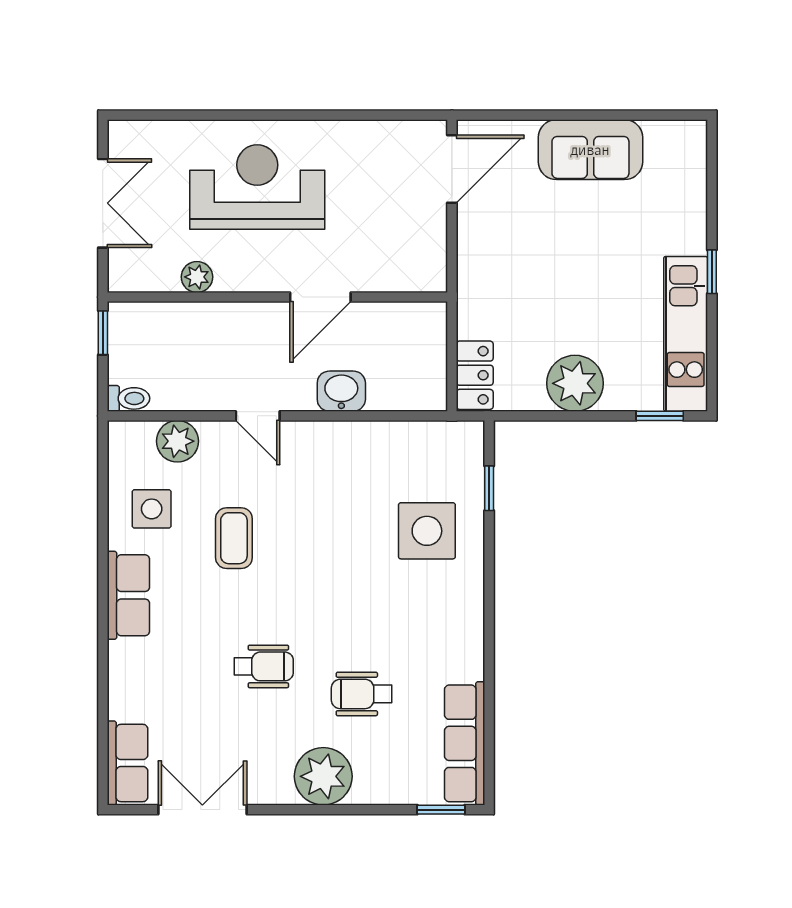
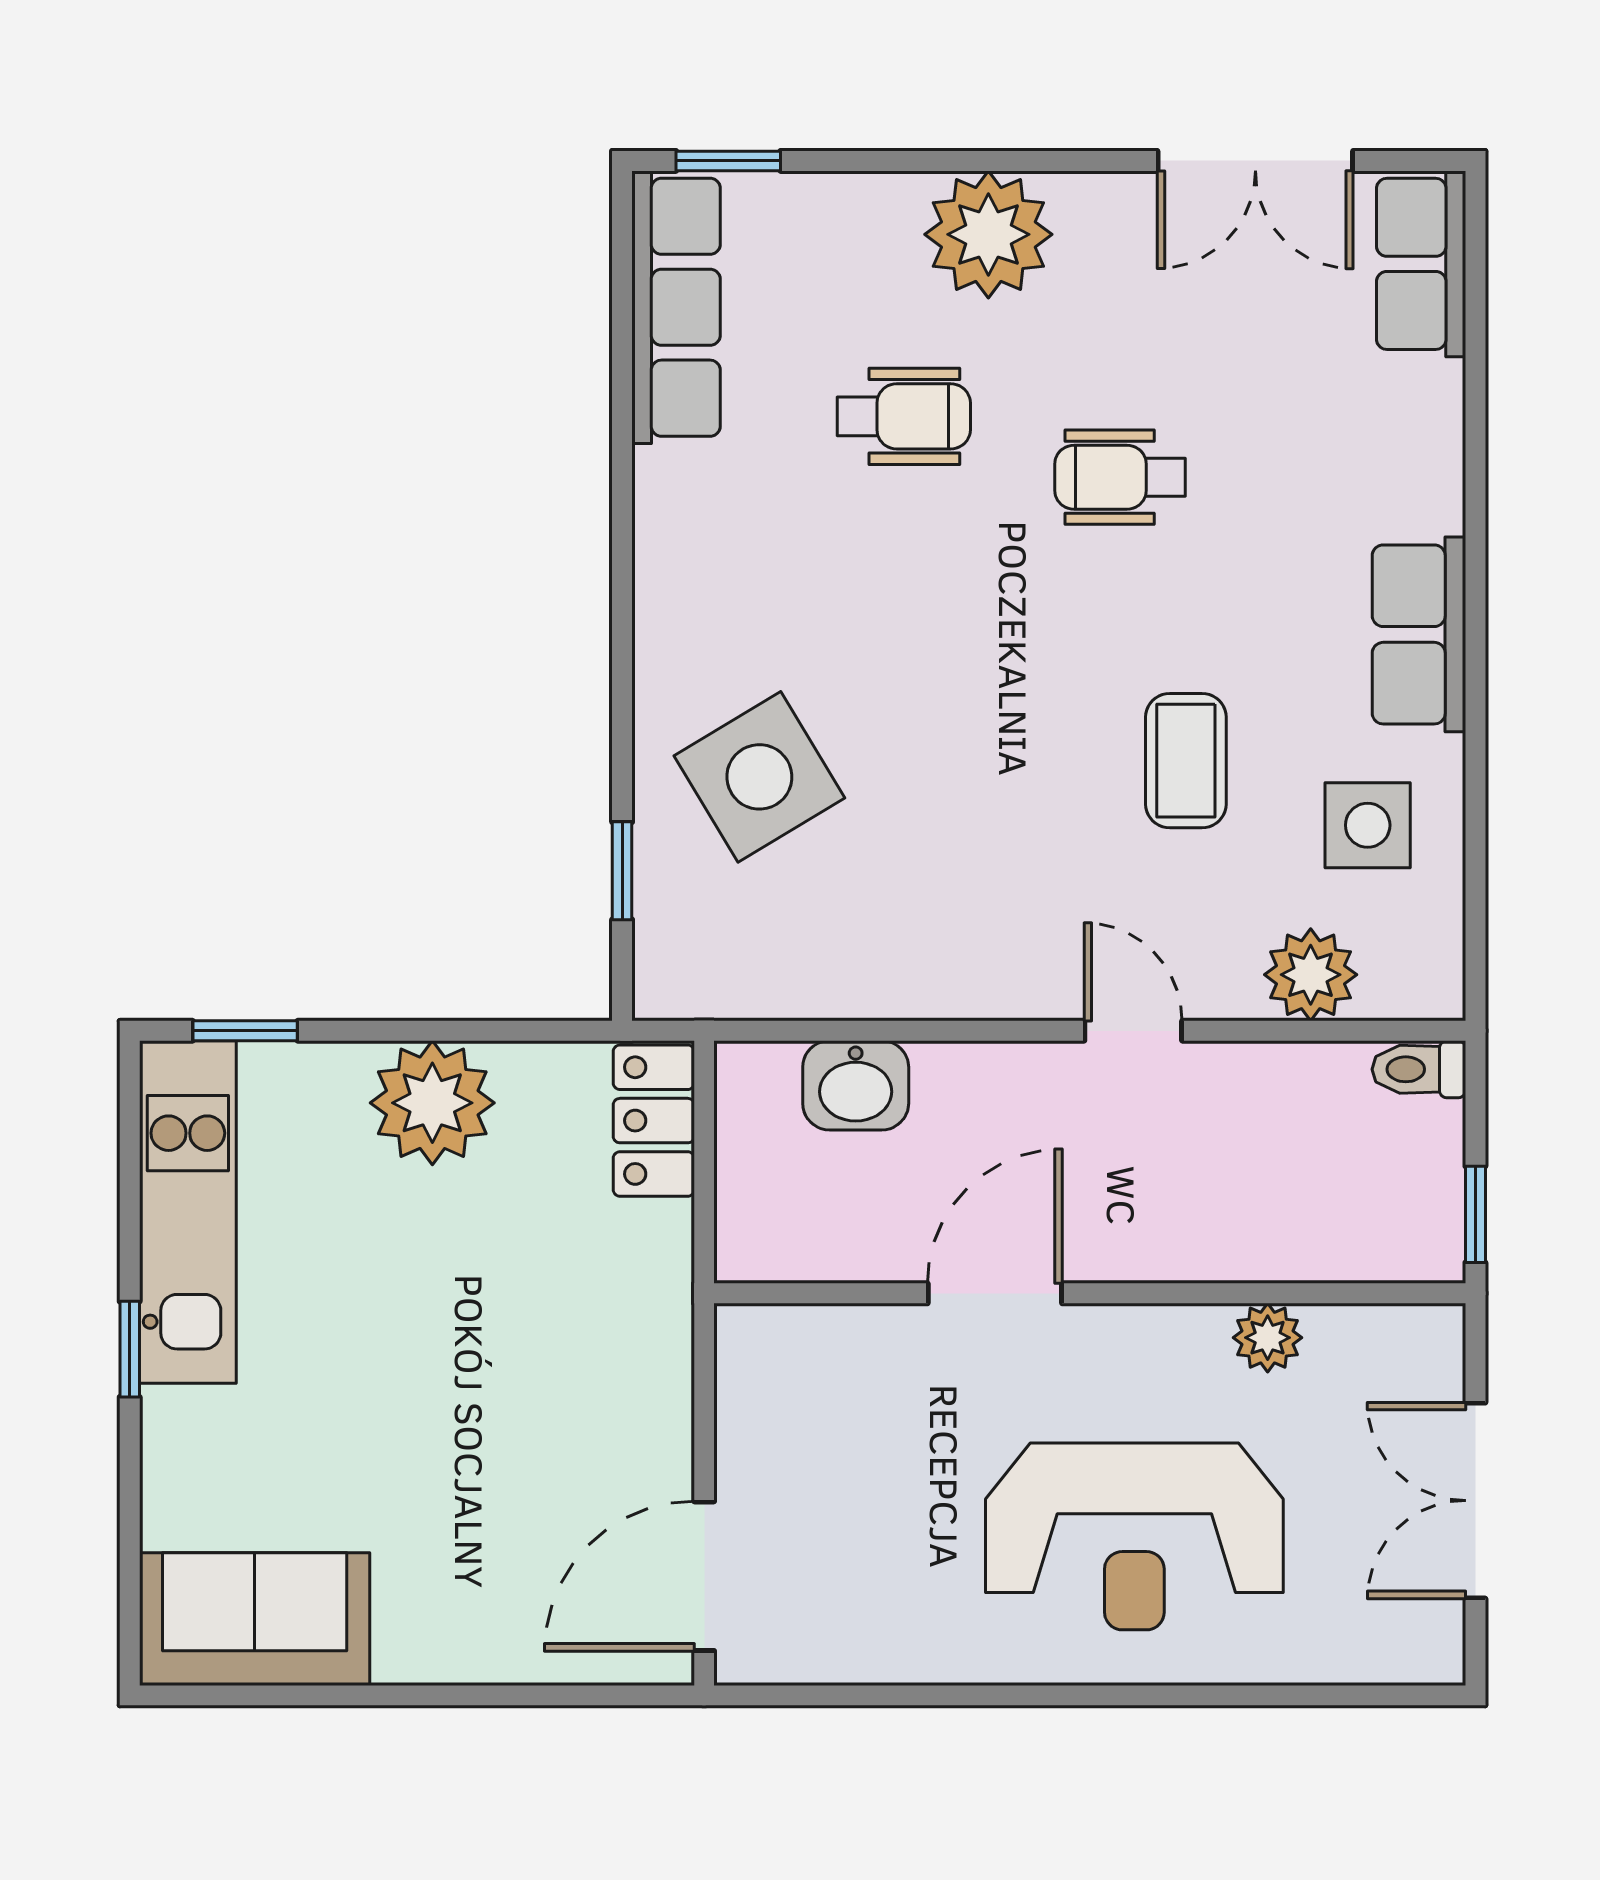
sofa: (590, 150) -> (255, 1619), moved
washbasin: (341, 391) -> (856, 1085), moved
side table: (427, 531) -> (759, 777), turned -31

